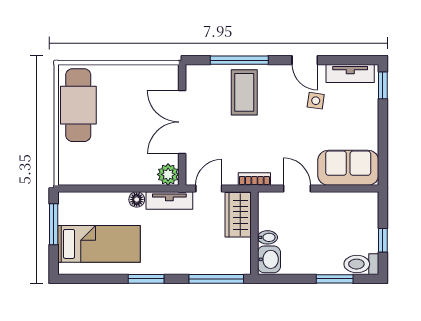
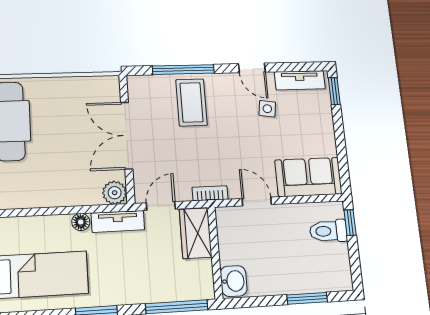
bidet: (267, 237) -> (230, 257), removed
window: (383, 240) -> (350, 223), moved
toilet: (361, 264) -> (328, 231), moved

